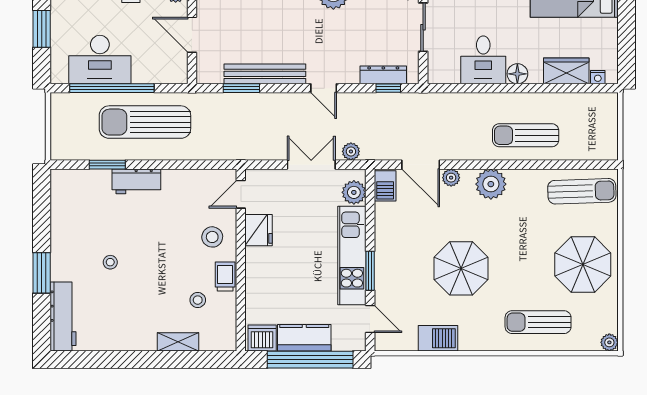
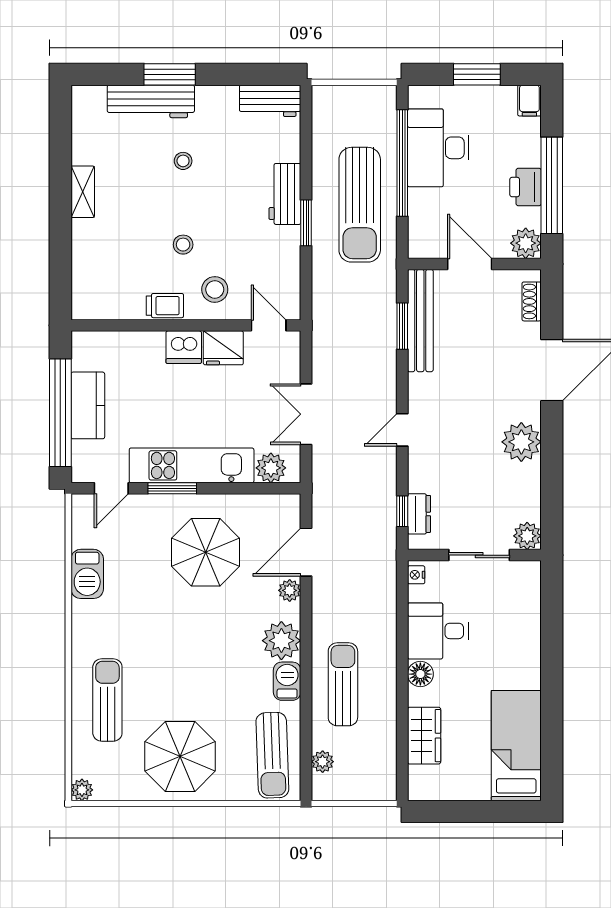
door: (192, 35) -> (470, 264), hinge flipped
bench: (265, 74) -> (420, 321), moved
dresser: (383, 75) -> (419, 514), width x0.70
nightstand: (598, 77) -> (416, 575), moved
sun lounger: (145, 122) -> (360, 205), turned 180
plant: (351, 151) -> (323, 762), moved
window: (107, 165) -> (306, 223), moved
double door: (311, 165) -> (306, 414), swing flipped
barbecue: (385, 186) -> (287, 681), moved, turned 90
workbench: (63, 193) -> (270, 101), added
parasol: (461, 268) -> (206, 552), moved
stool: (198, 300) -> (183, 245), moved
workbench: (63, 317) -> (151, 101), moved
dishwasher: (262, 338) -> (184, 347), moved, turned 90
shelving: (178, 342) -> (83, 192), moved

